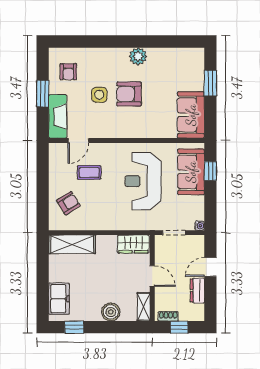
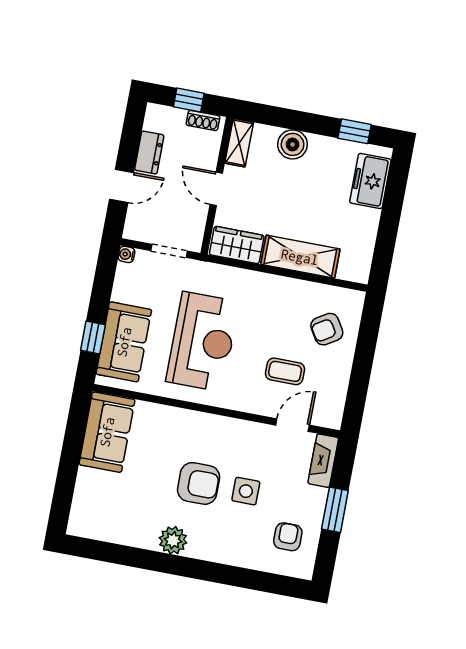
window: (210, 83) -> (67, 476), removed
fireplace: (58, 116) -> (323, 461), width x0.73, depth x0.76
shelving: (72, 244) -> (300, 257), moved

